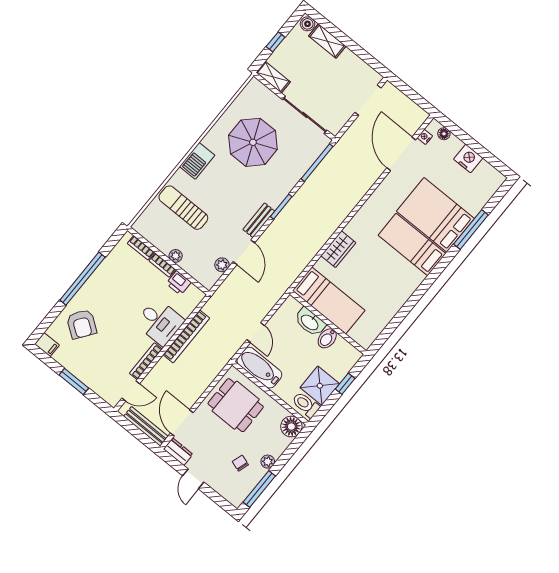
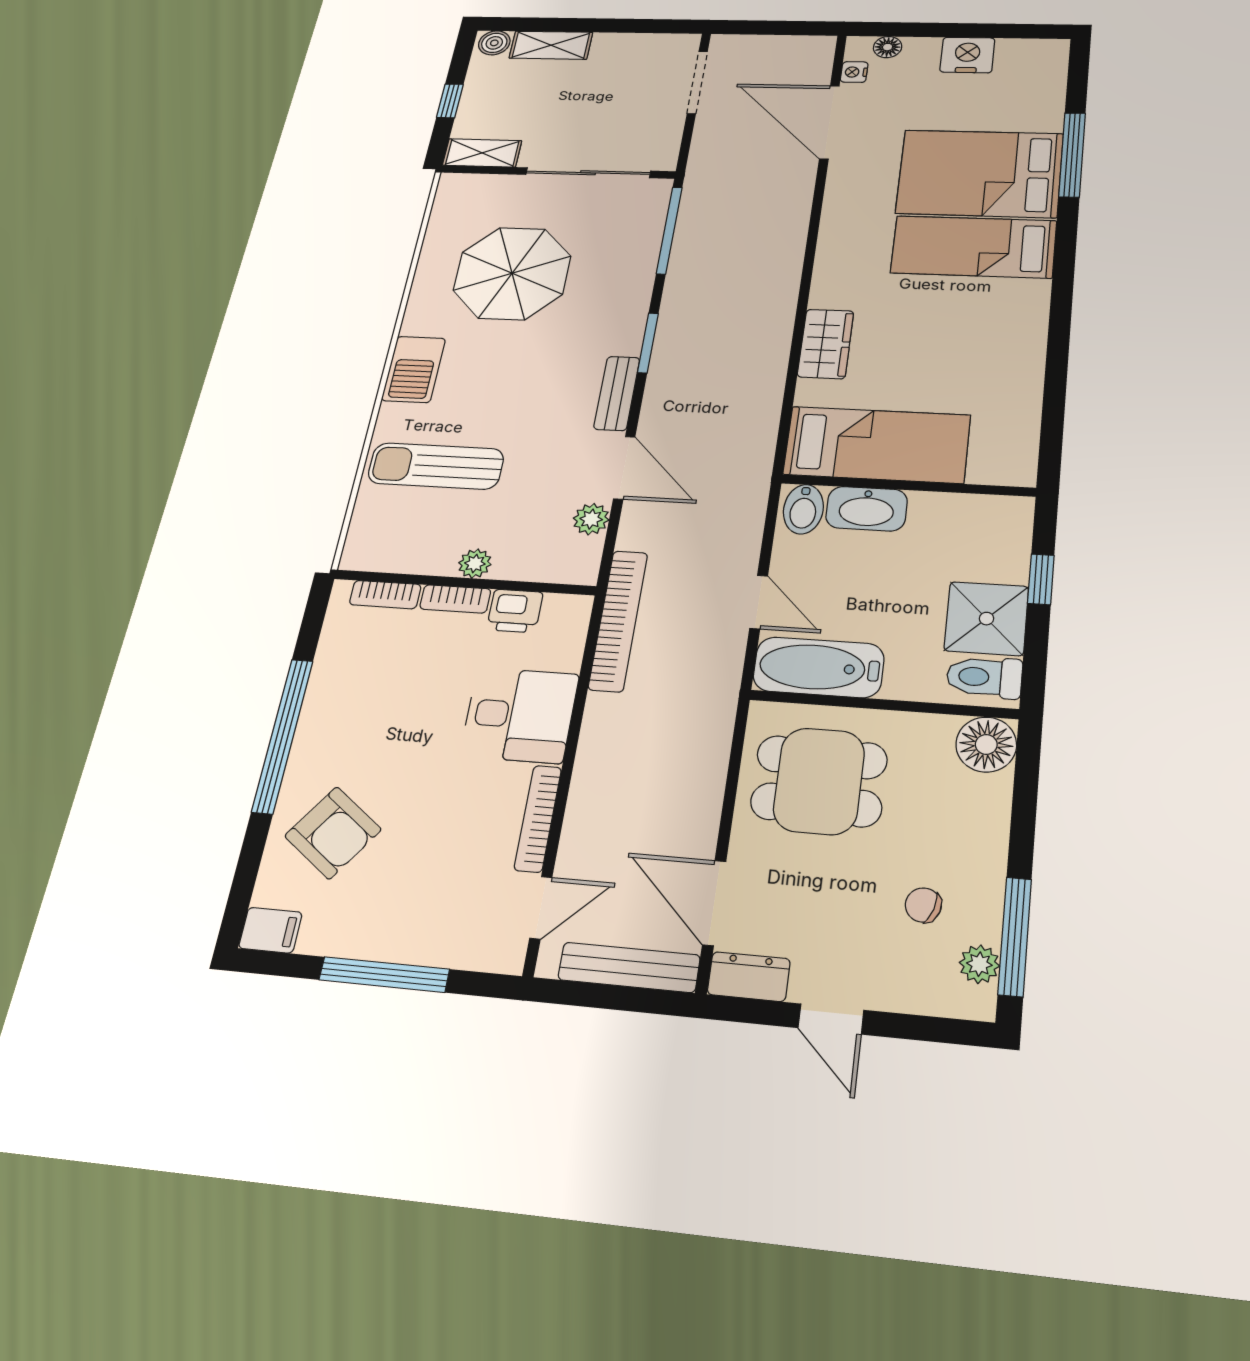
bookcase: (186, 336) -> (618, 620), moved
bidet: (327, 338) -> (803, 509), moved
window: (74, 382) -> (384, 975), width x1.44
plant: (268, 462) -> (979, 964), moved

